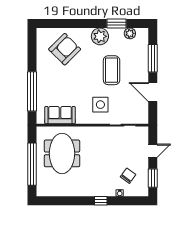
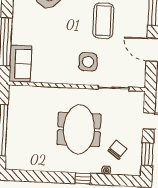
sofa: (60, 115) -> (20, 64), moved, turned 90
meeting table: (62, 153) -> (79, 129), moved

